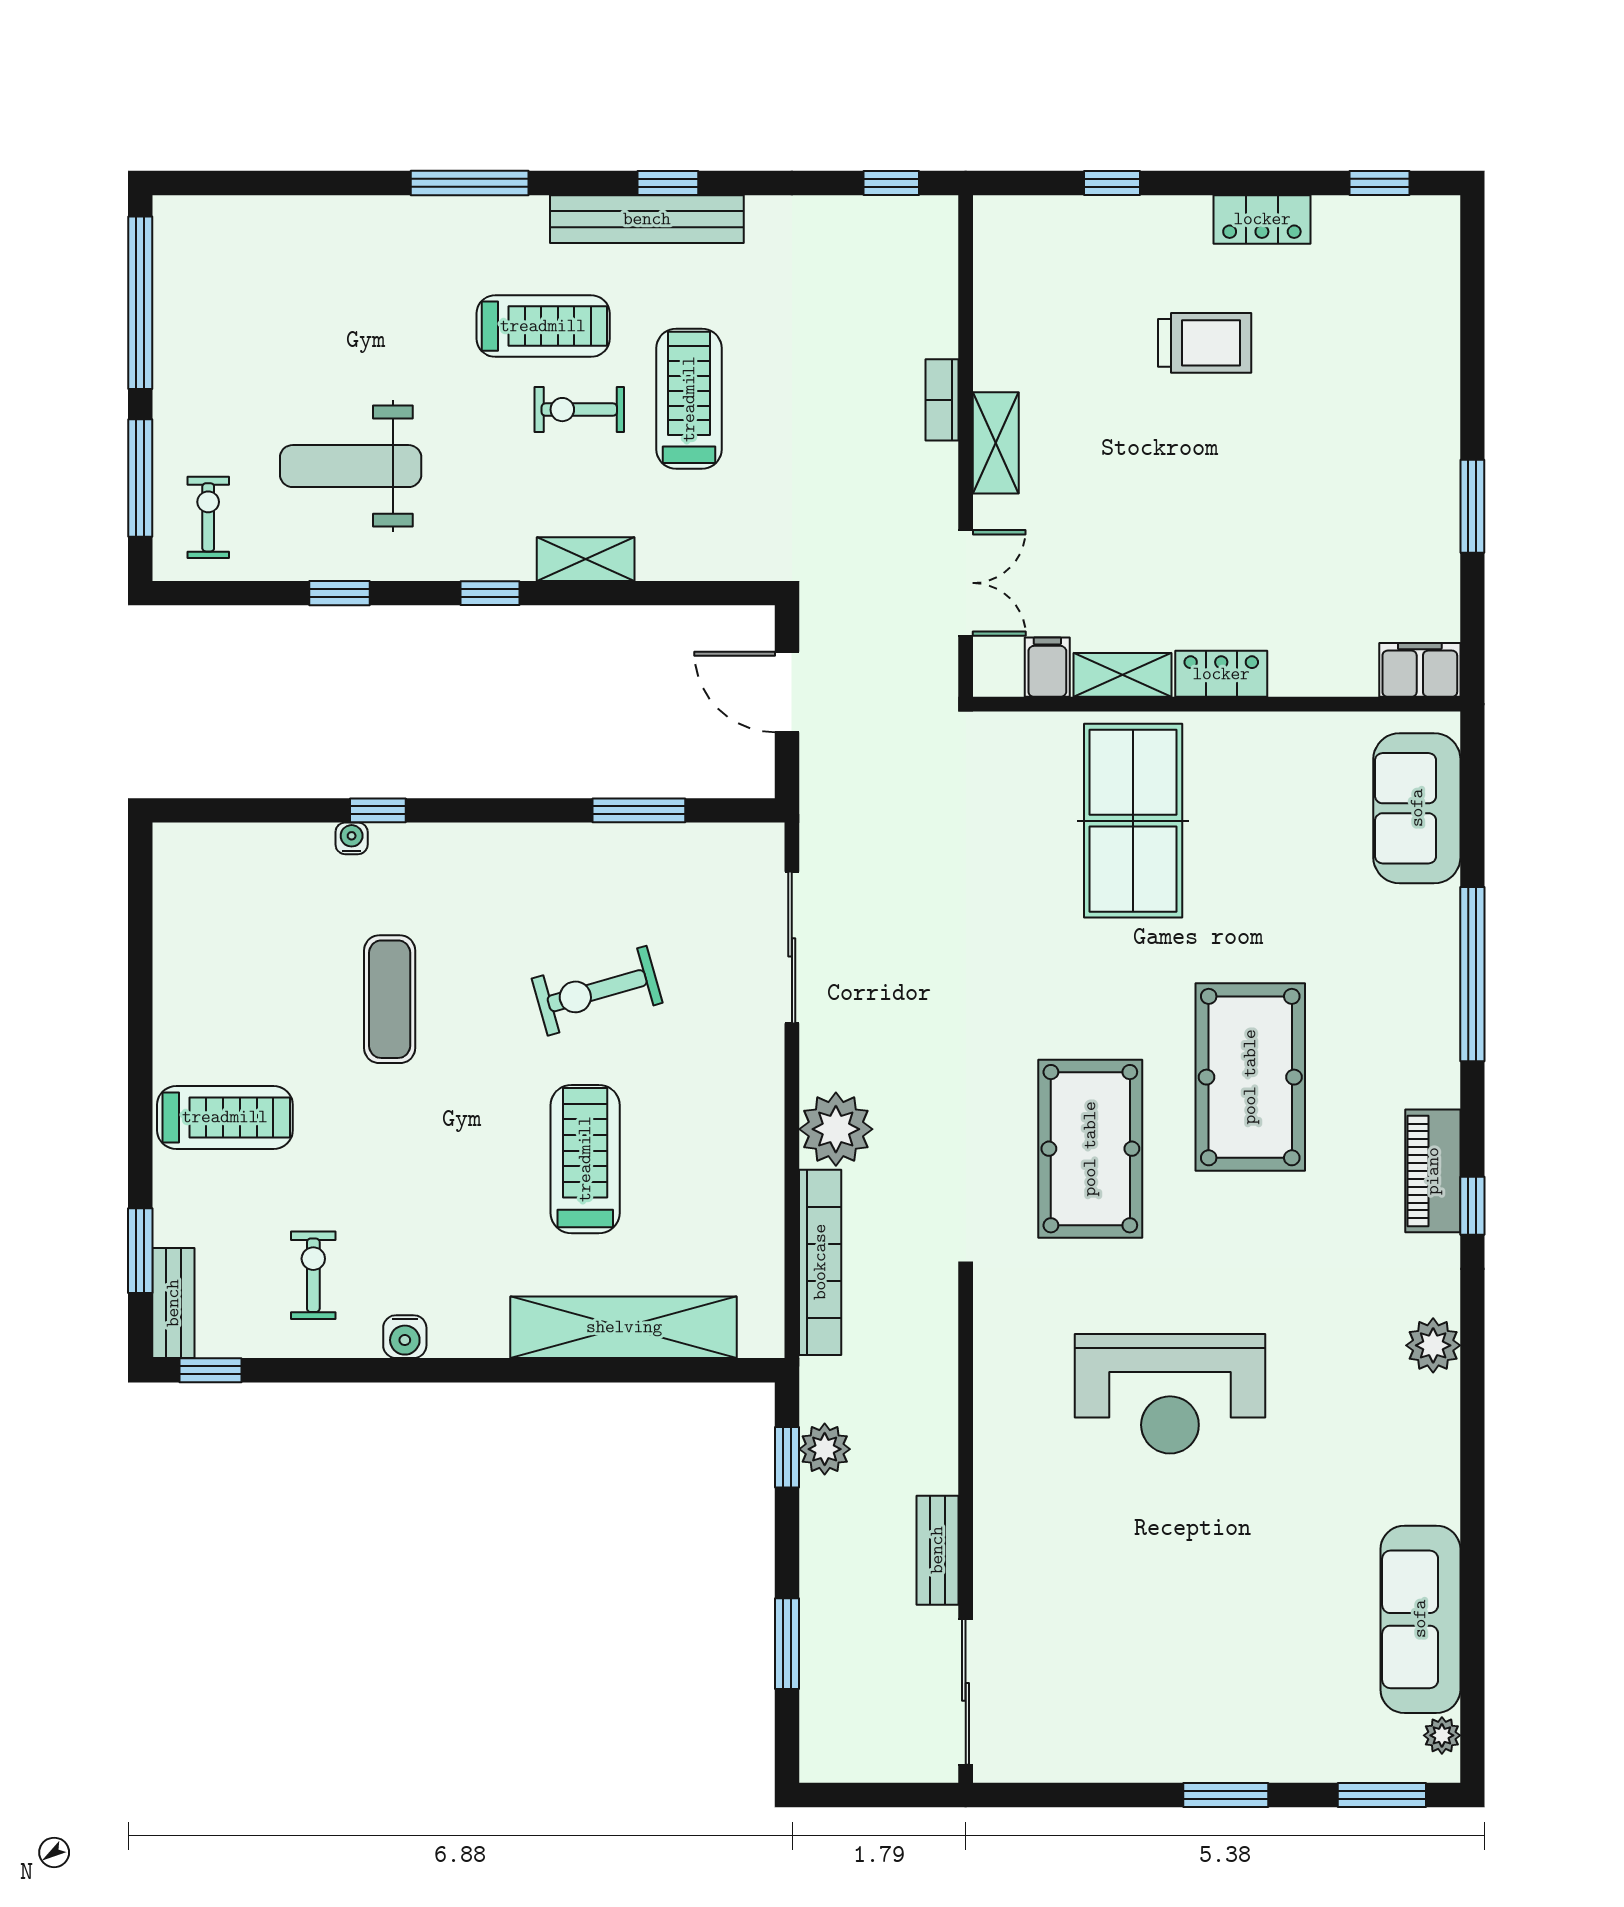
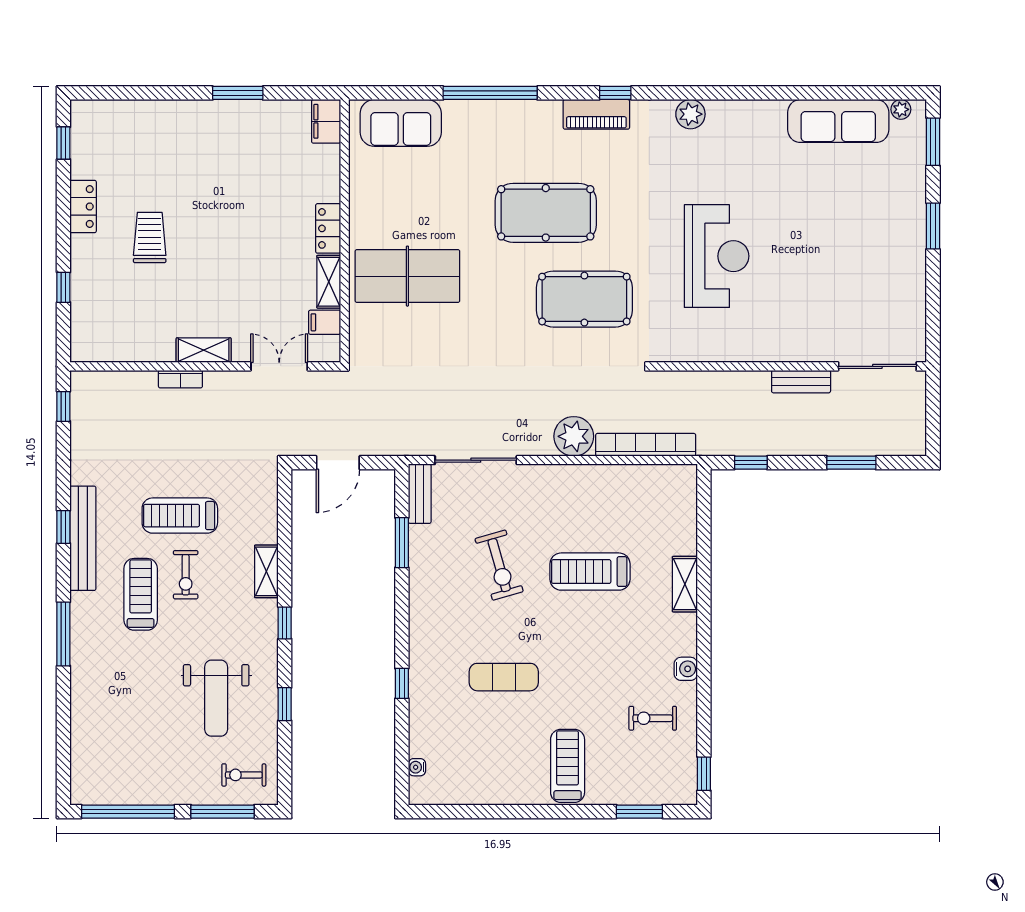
water cooler: (352, 838) -> (417, 767), moved
bench: (173, 1303) -> (420, 494), moved, turned 90
shelving: (624, 1327) -> (685, 584), width x0.45, depth x0.75
plant: (825, 1449) -> (746, 442), removed

